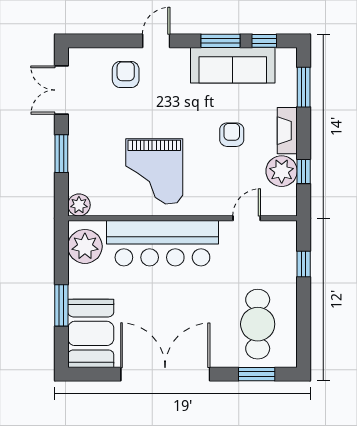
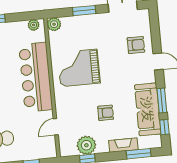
fireplace: (287, 131) -> (123, 145), moved
door: (247, 218) -> (56, 127), swing flipped
plant: (85, 246) -> (34, 25), width x0.53, depth x0.53

